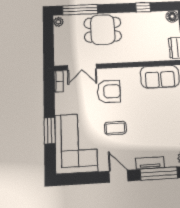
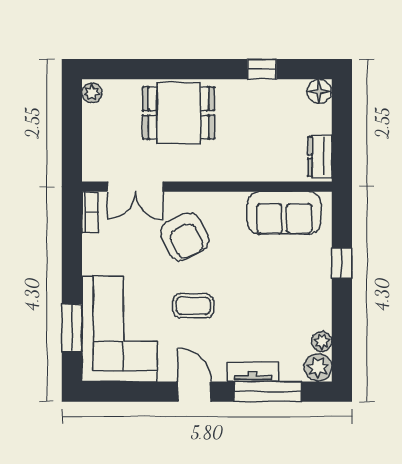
window: (80, 10) -> (136, 69), removed
armchair: (109, 91) -> (185, 237), turned 64
window: (50, 131) -> (72, 328), moved

